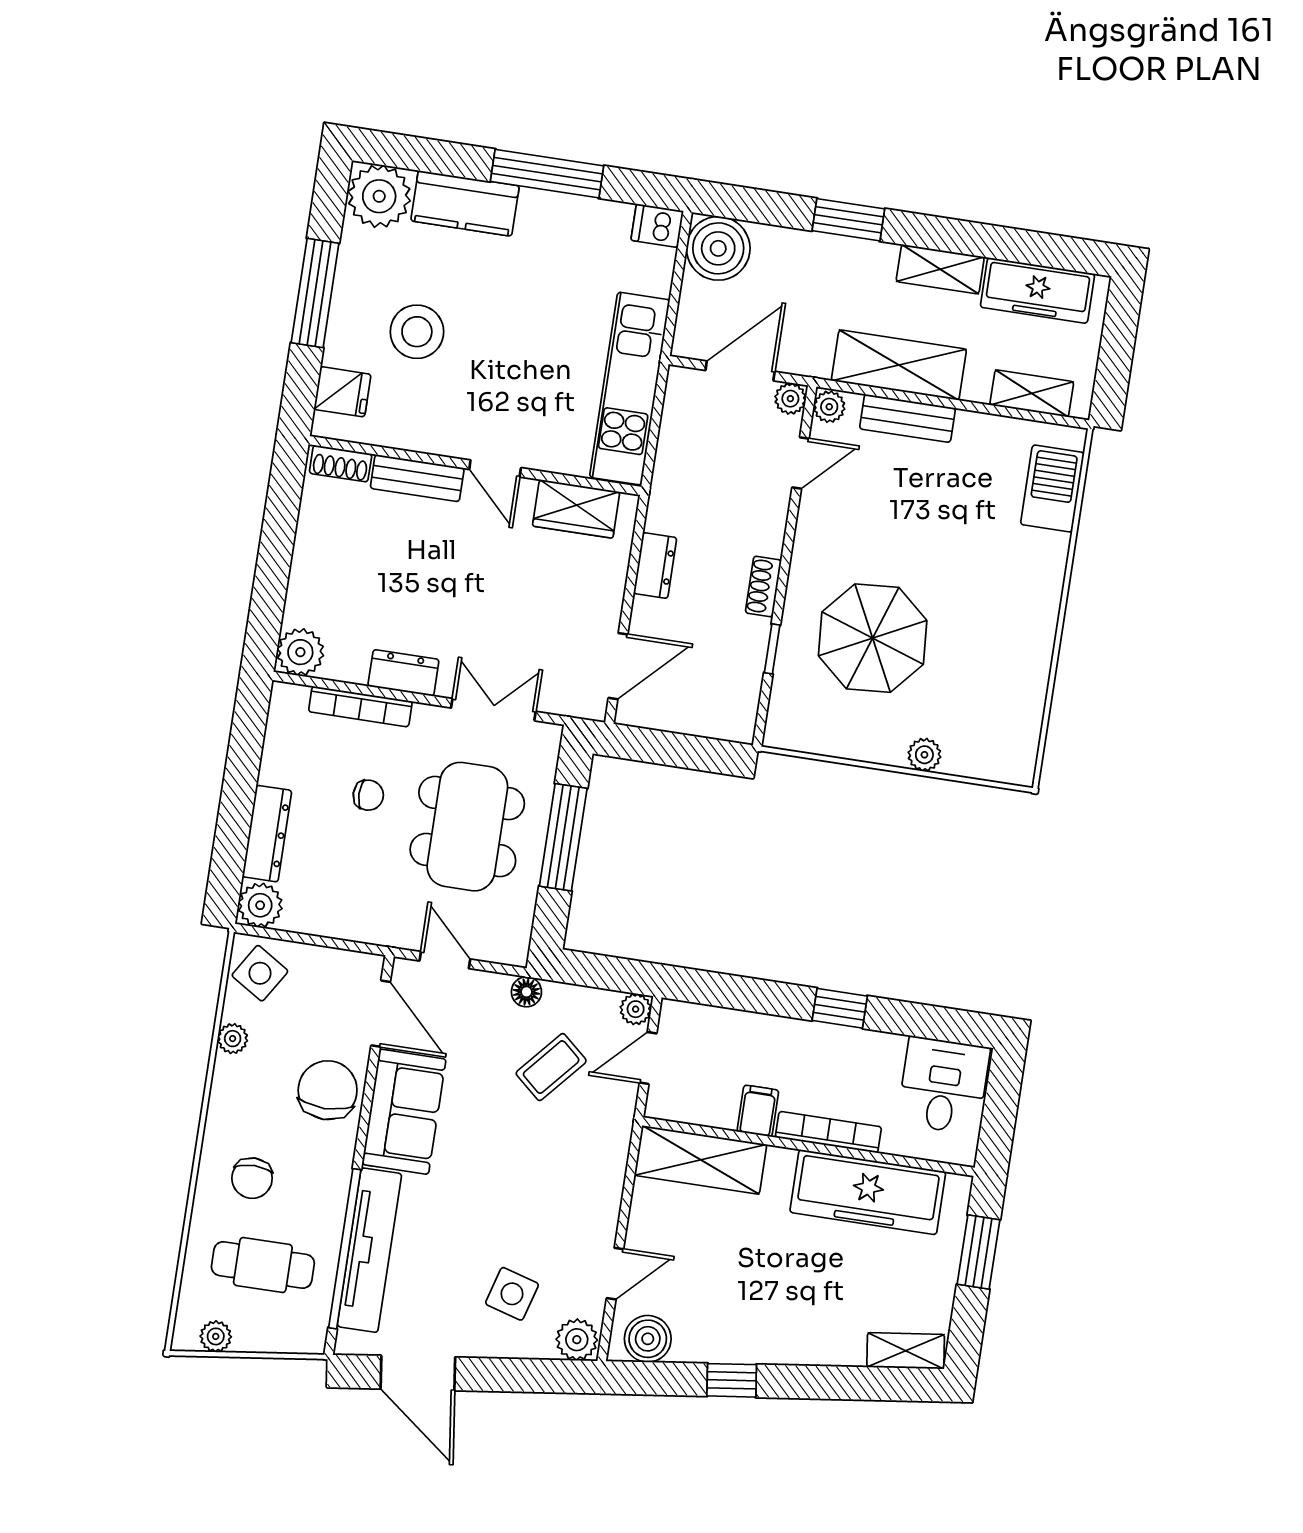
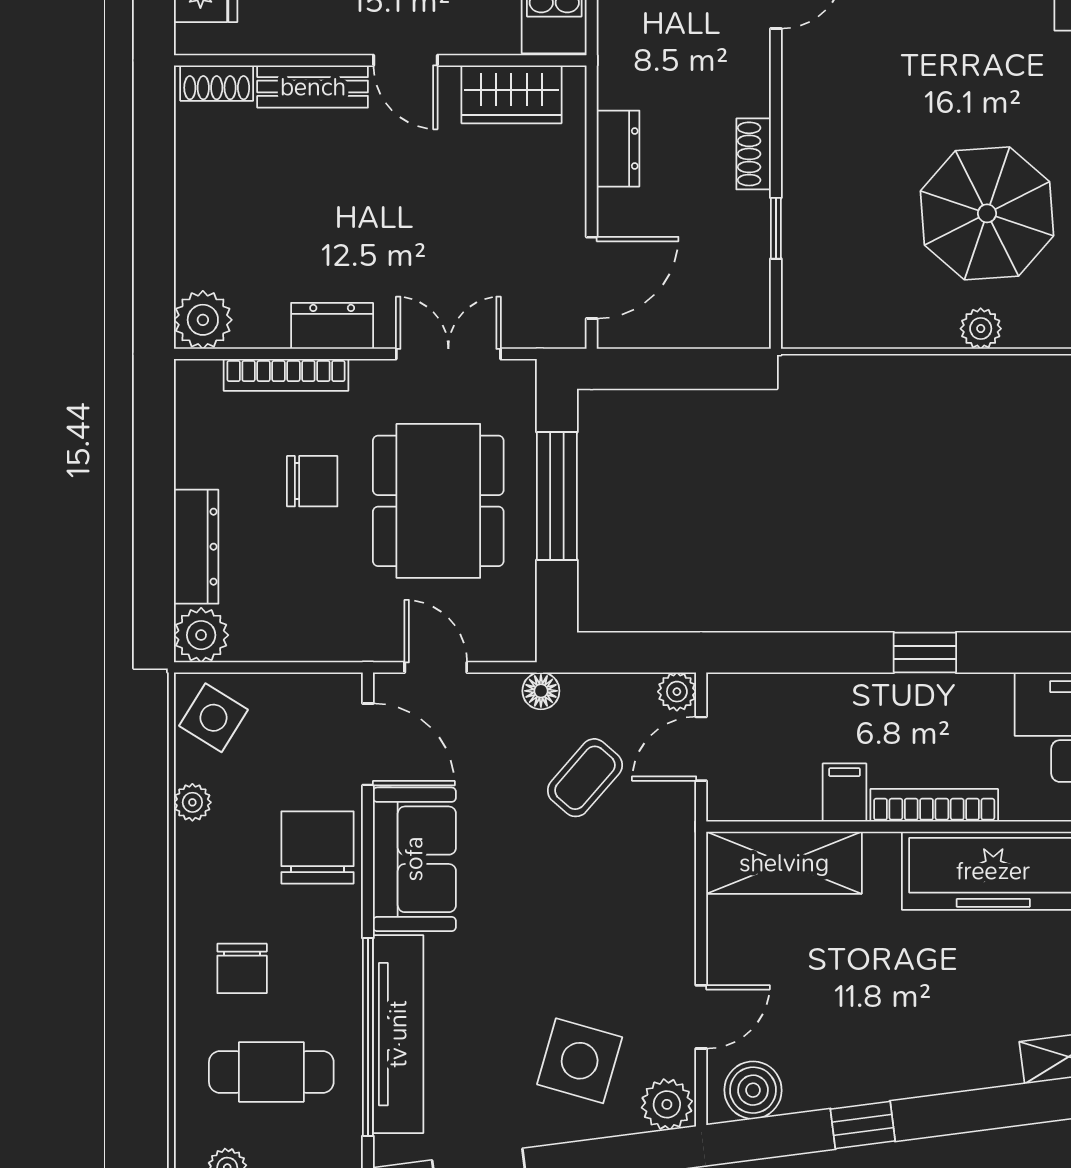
parasol: (873, 638) -> (987, 213), moved
chair: (368, 795) -> (312, 481), width x1.37, depth x1.37
side table: (512, 1294) -> (580, 1061), width x1.37, depth x1.37

